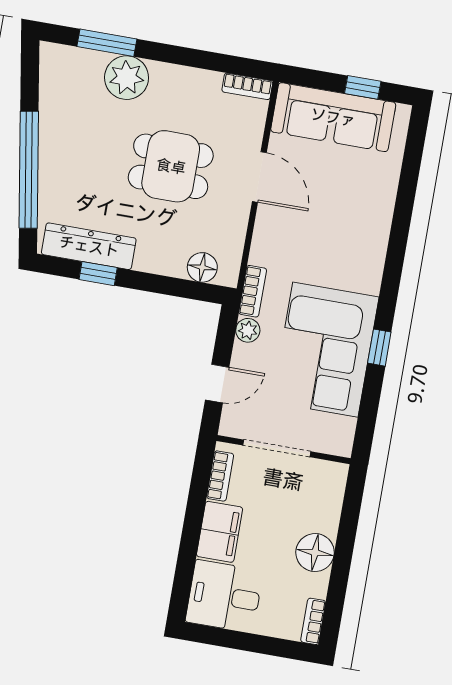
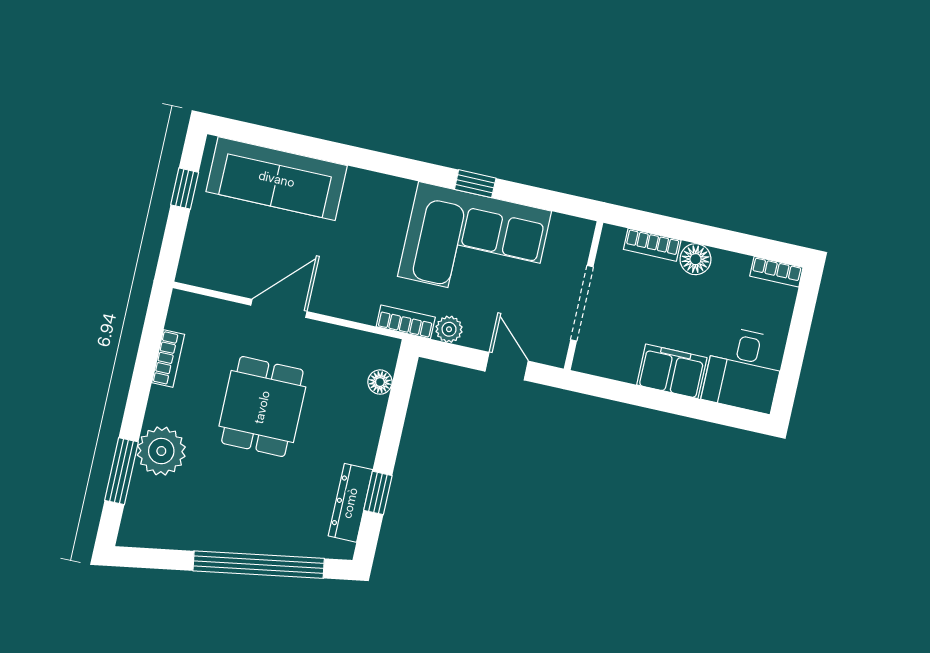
bookcase: (247, 86) -> (168, 359), moved
sofa: (333, 117) -> (277, 179), moved, turned 90
dresser: (89, 246) -> (350, 503), width x0.73, depth x0.80
floor lamp: (202, 267) -> (380, 382), width x0.73, depth x0.73
bookcase: (220, 476) -> (652, 245), moved, turned 180
floor lamp: (315, 553) -> (695, 259), width x0.73, depth x0.73

